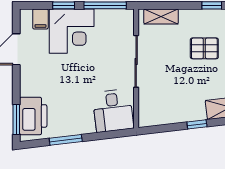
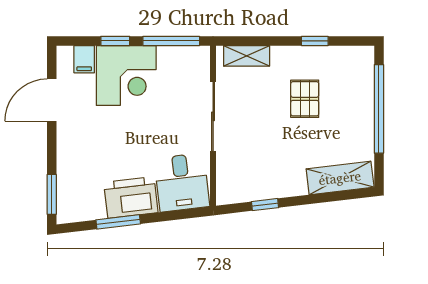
pallet: (204, 48) -> (305, 99), turned 90
printer: (33, 116) -> (131, 197), moved, turned -97
window: (197, 124) -> (265, 205), moved

